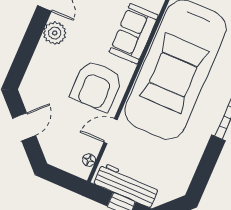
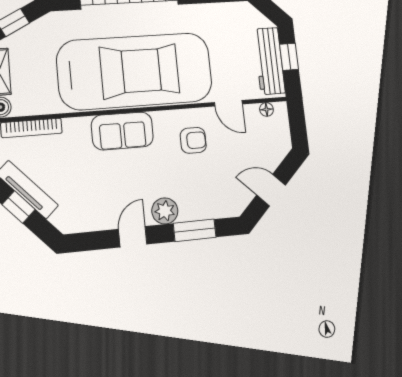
window: (27, 48) -> (195, 230), added
armchair: (97, 86) -> (193, 140), width x0.53, depth x0.53

